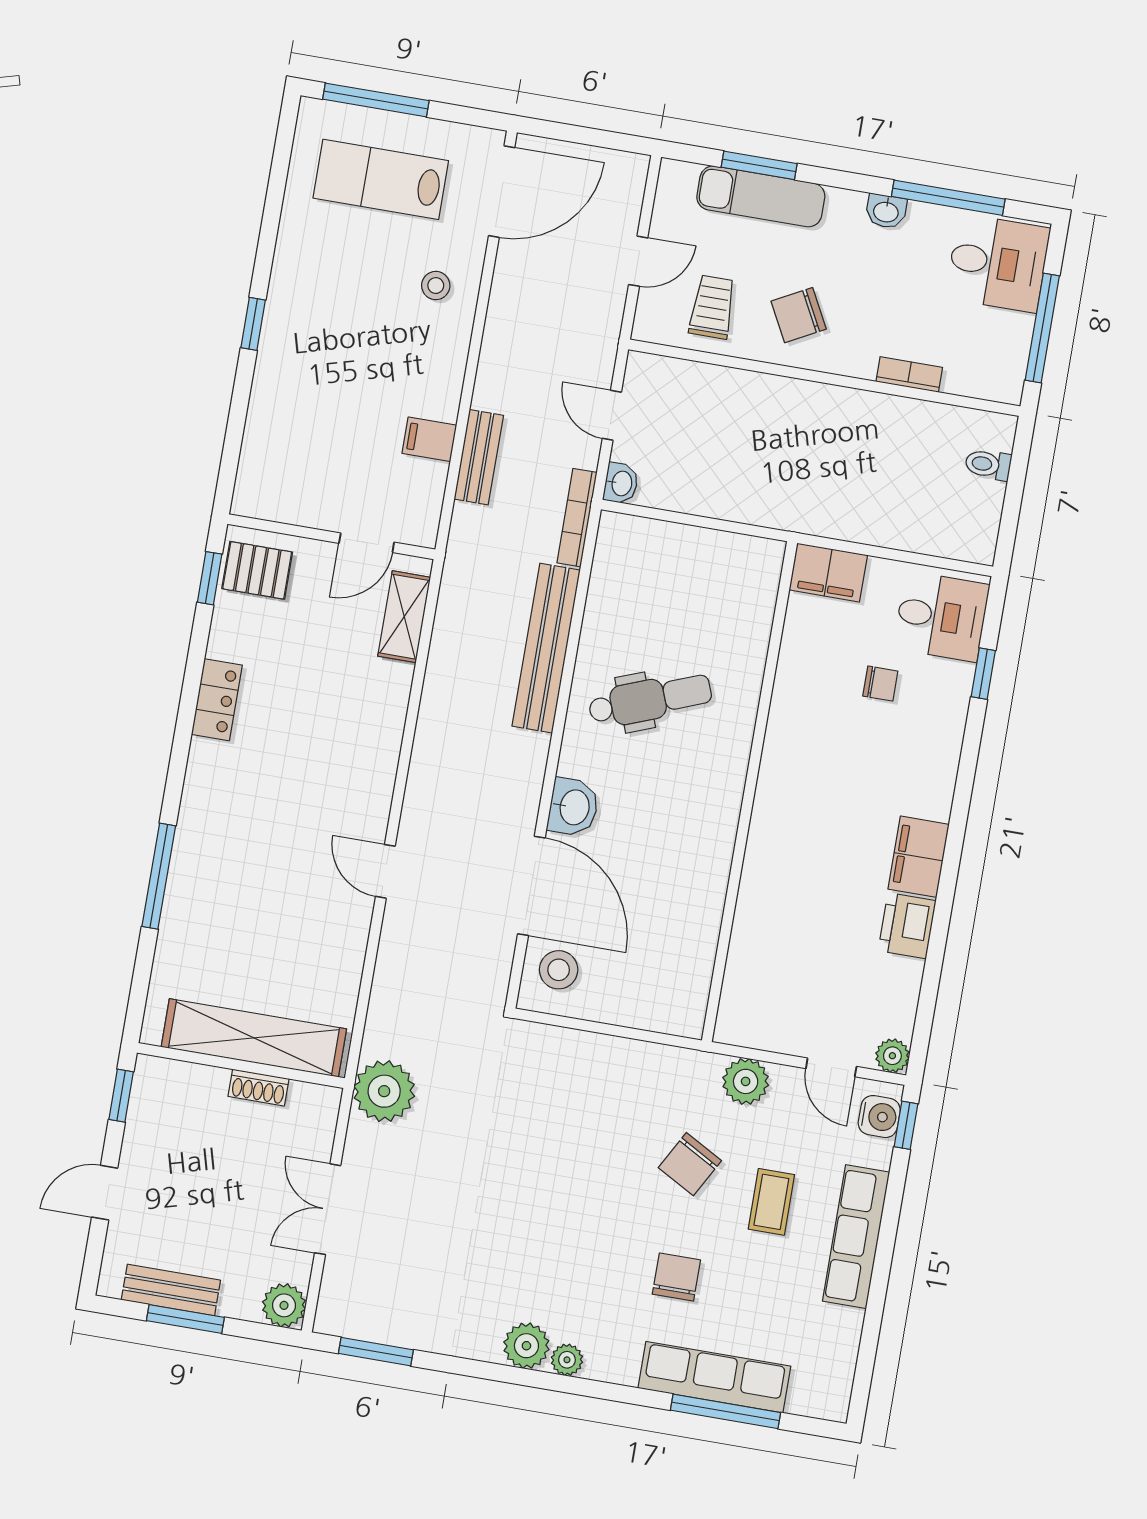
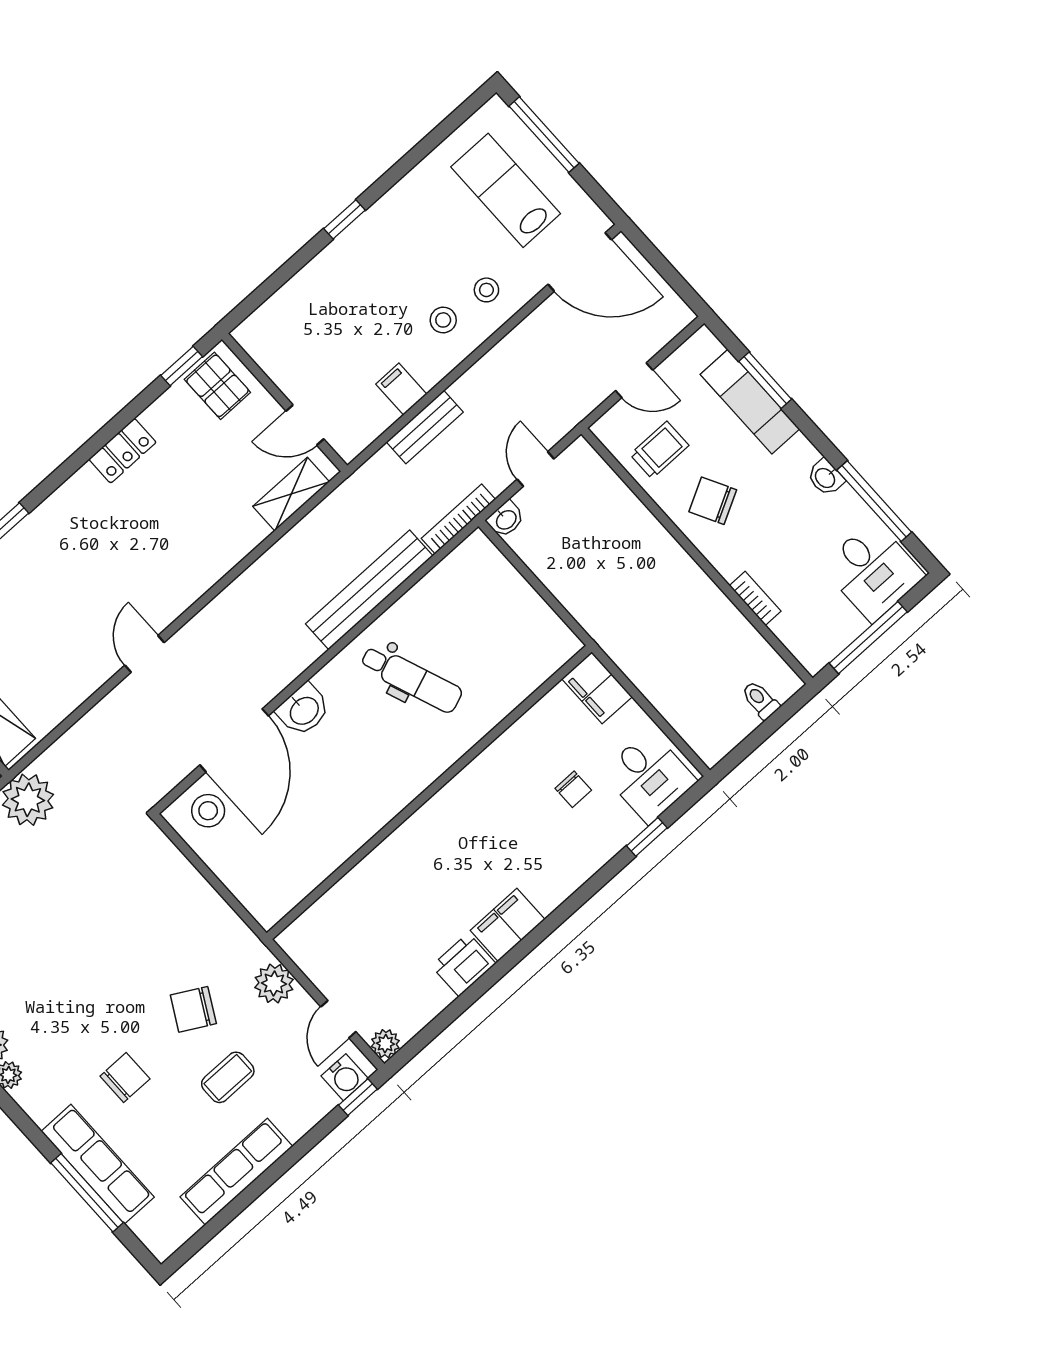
stool: (418, 345) -> (443, 320), added
row of seats: (856, 1237) -> (236, 1172), moved

